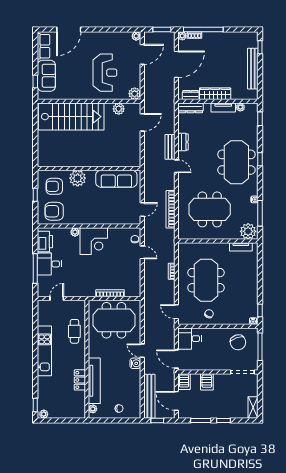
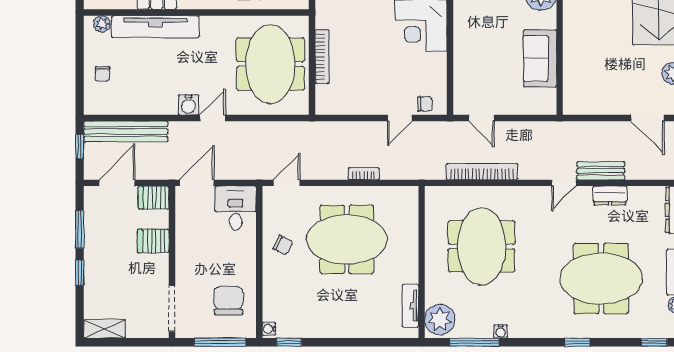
meeting table: (236, 162) -> (601, 279), moved
sofa: (116, 179) -> (540, 58), width x0.73
chair: (238, 342) -> (228, 300), turned 109

